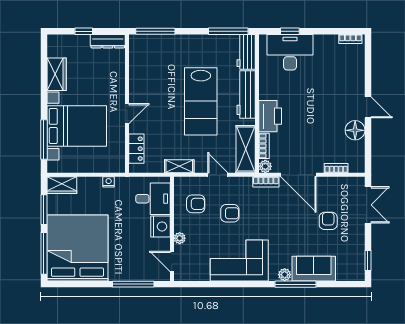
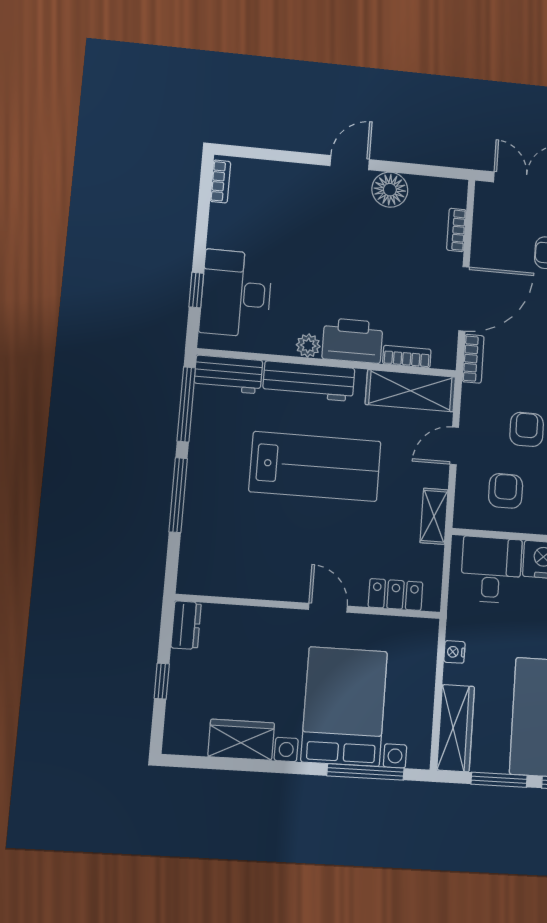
window: (155, 31) -> (178, 495), moved
dresser: (108, 41) -> (186, 625), width x0.70
plant: (265, 166) -> (308, 346), moved
wardrobe: (62, 185) -> (456, 728), width x1.50

